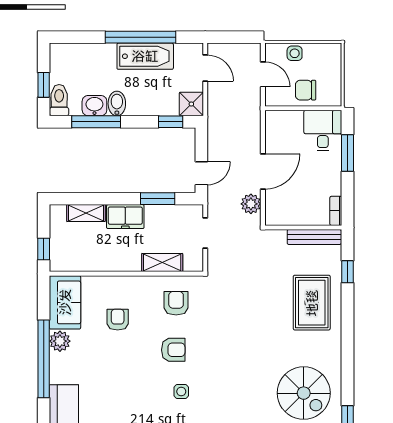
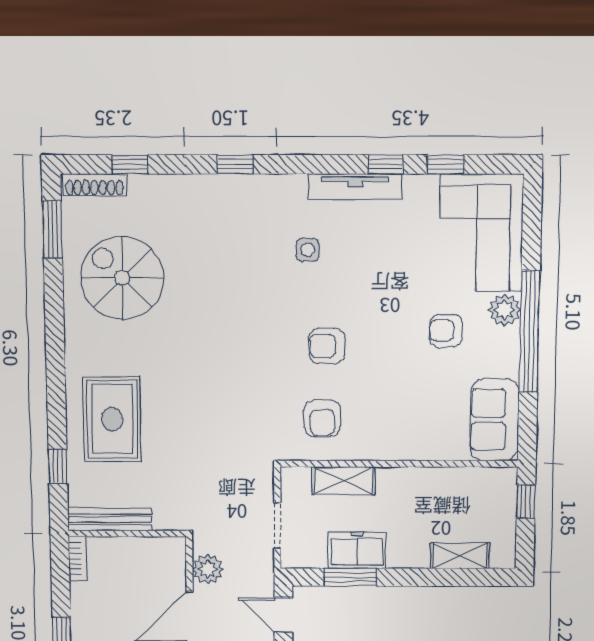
door: (201, 173) -> (283, 615), hinge flipped
freezer: (125, 217) -> (357, 550), moved
armchair: (118, 320) -> (446, 331), moved, turned 90
plant: (60, 341) -> (505, 310), moved
side table: (181, 391) -> (308, 250), moved

